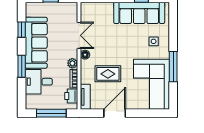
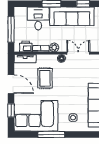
double door: (79, 35) -> (78, 53), swing flipped
window: (145, 113) -> (11, 111), added

